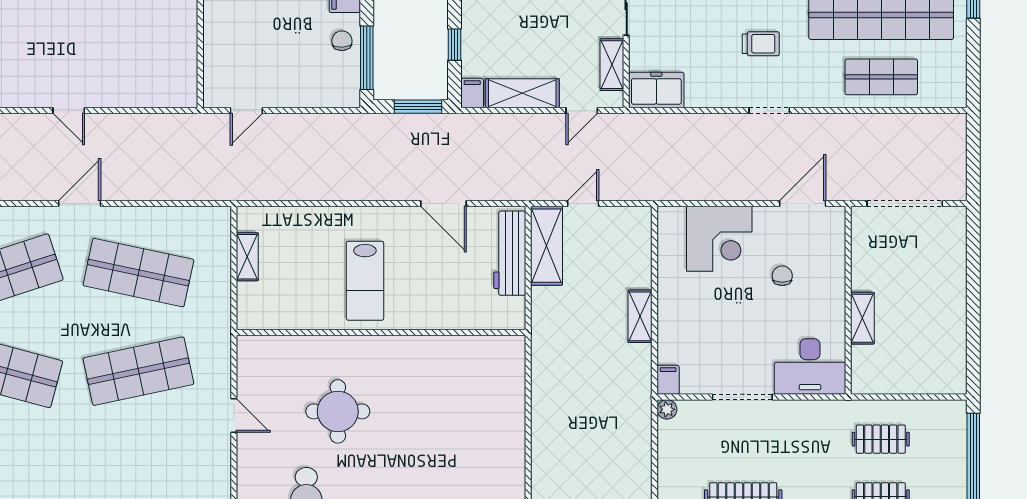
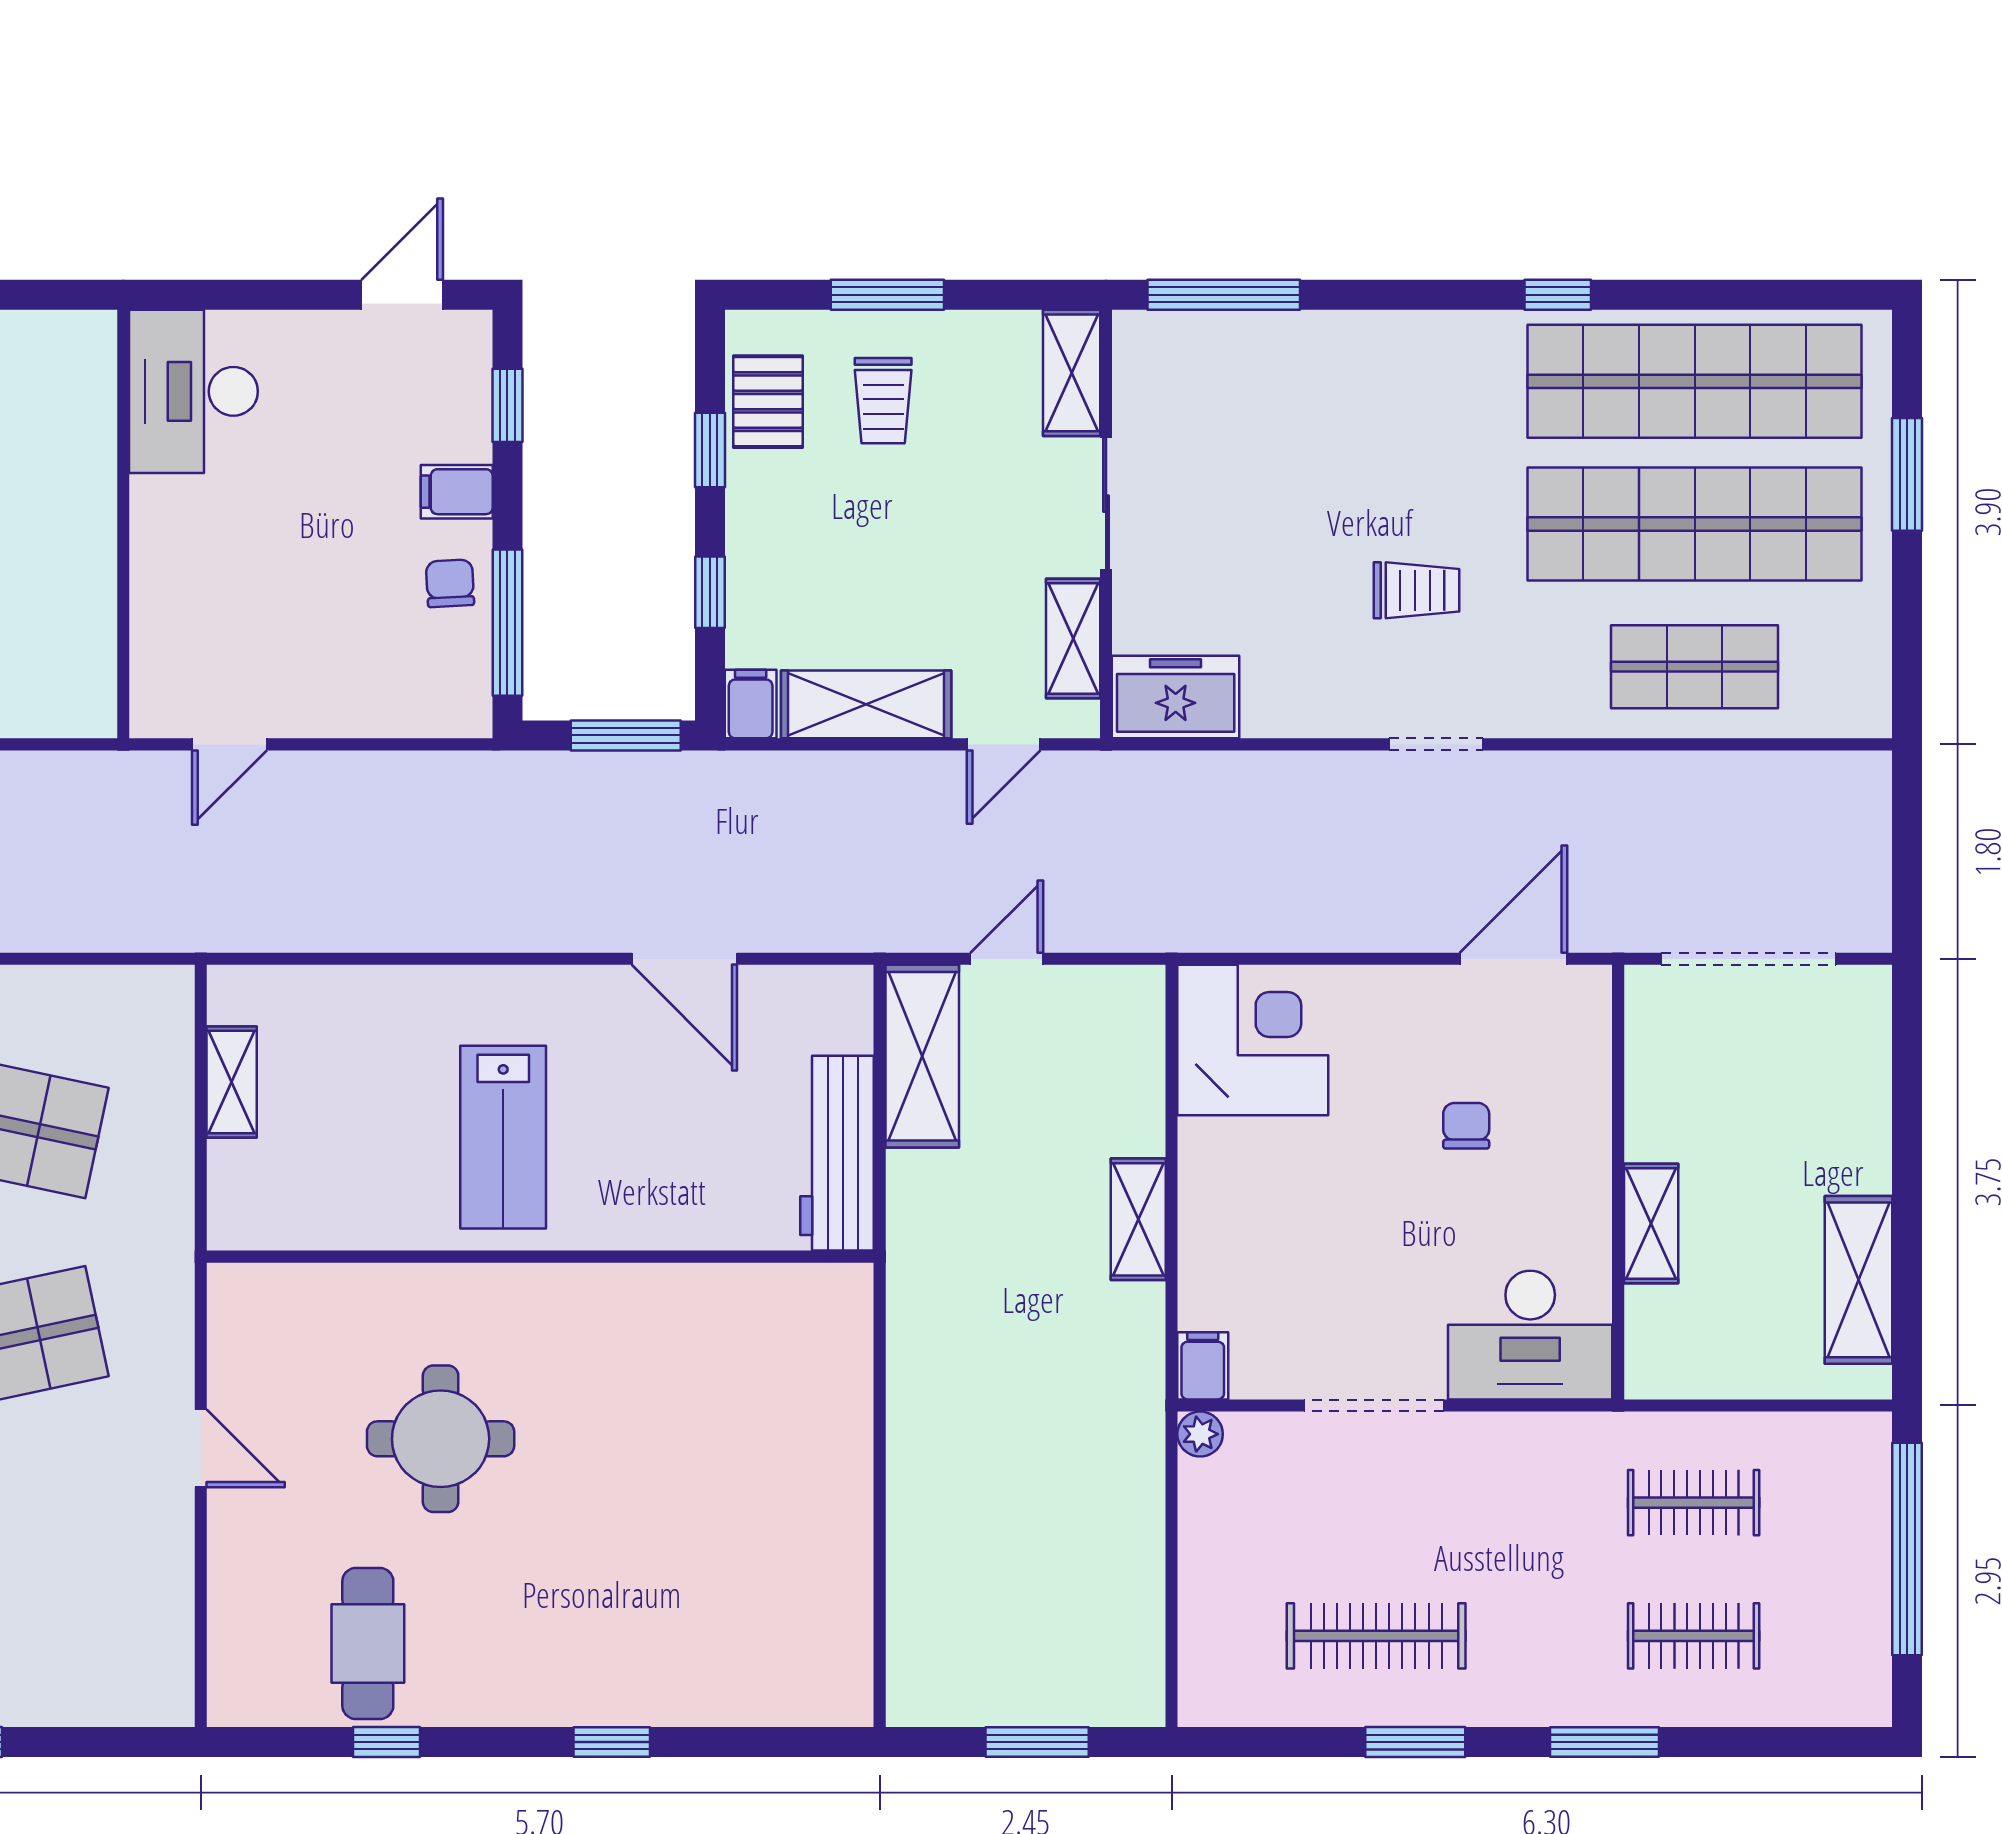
corner desk: (719, 239) -> (1253, 1040), moved, turned -90
workbench: (510, 253) -> (837, 1153), moved
shelving: (952, 343) -> (1859, 1280), added

